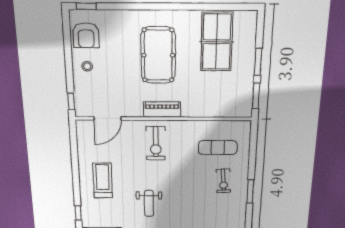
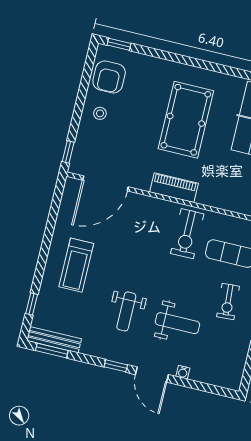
door: (107, 118) -> (105, 183), width x1.36
exercise bike: (156, 143) -> (187, 234), moved
treadmill: (103, 181) -> (76, 265), turned 180
weight bench: (189, 203) -> (177, 323), added

